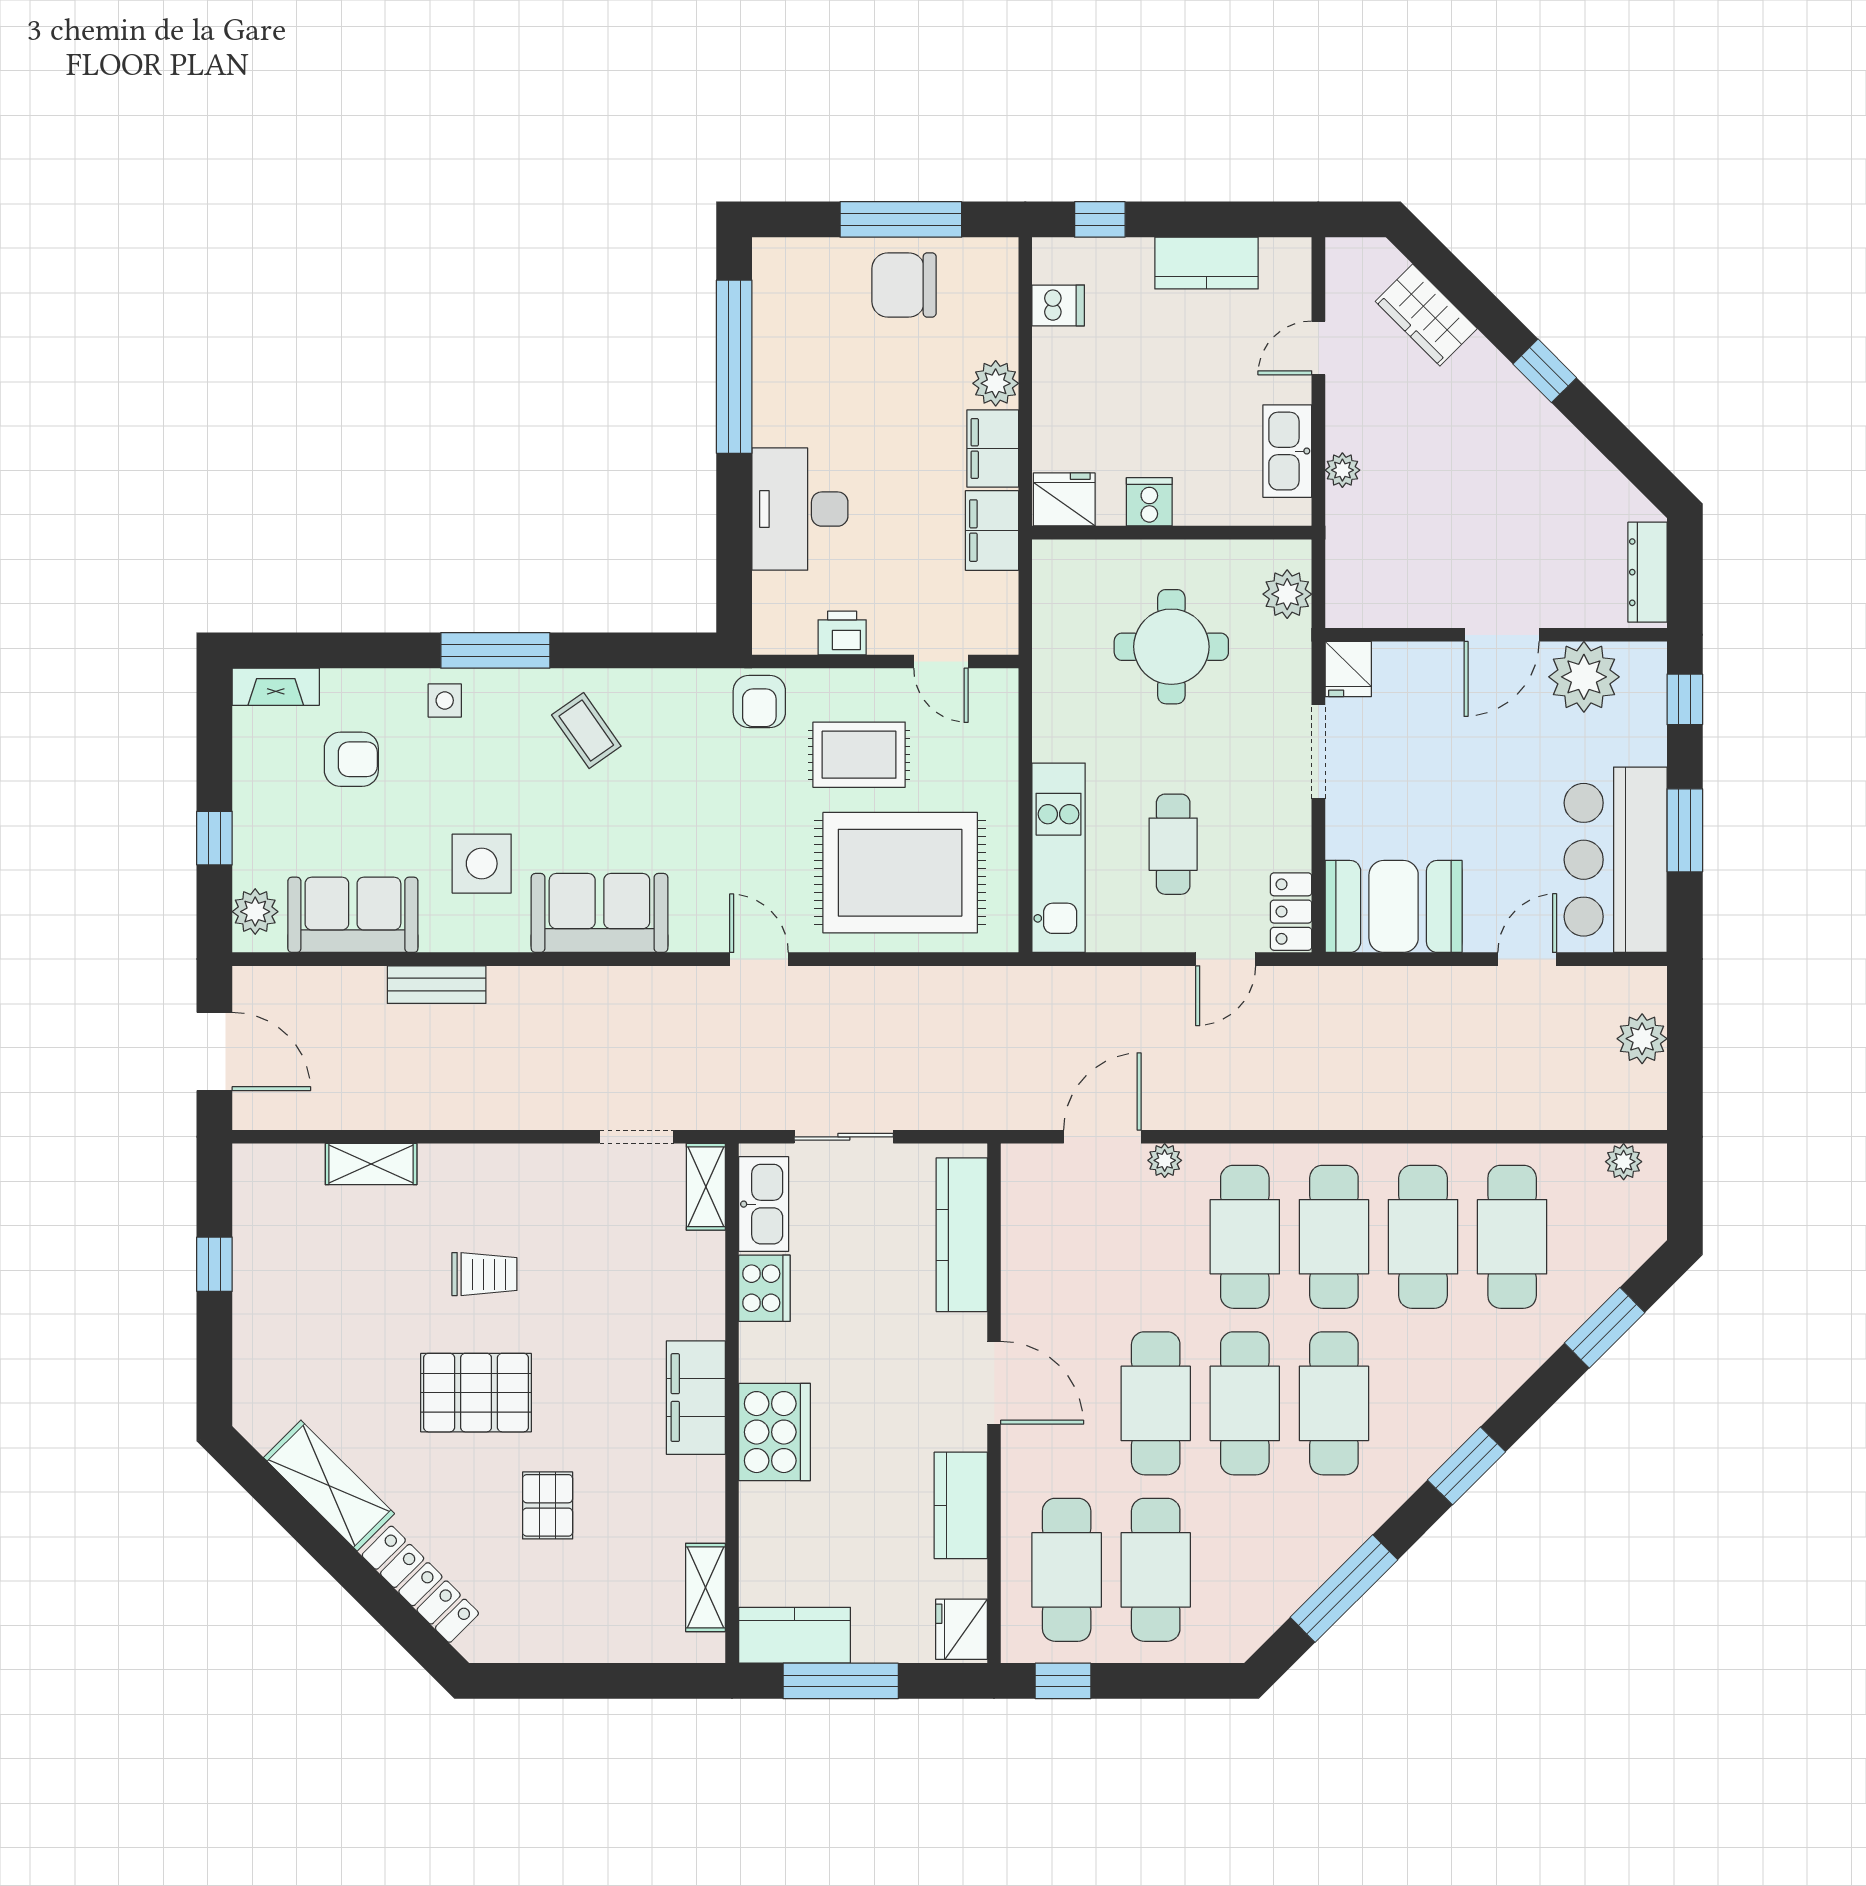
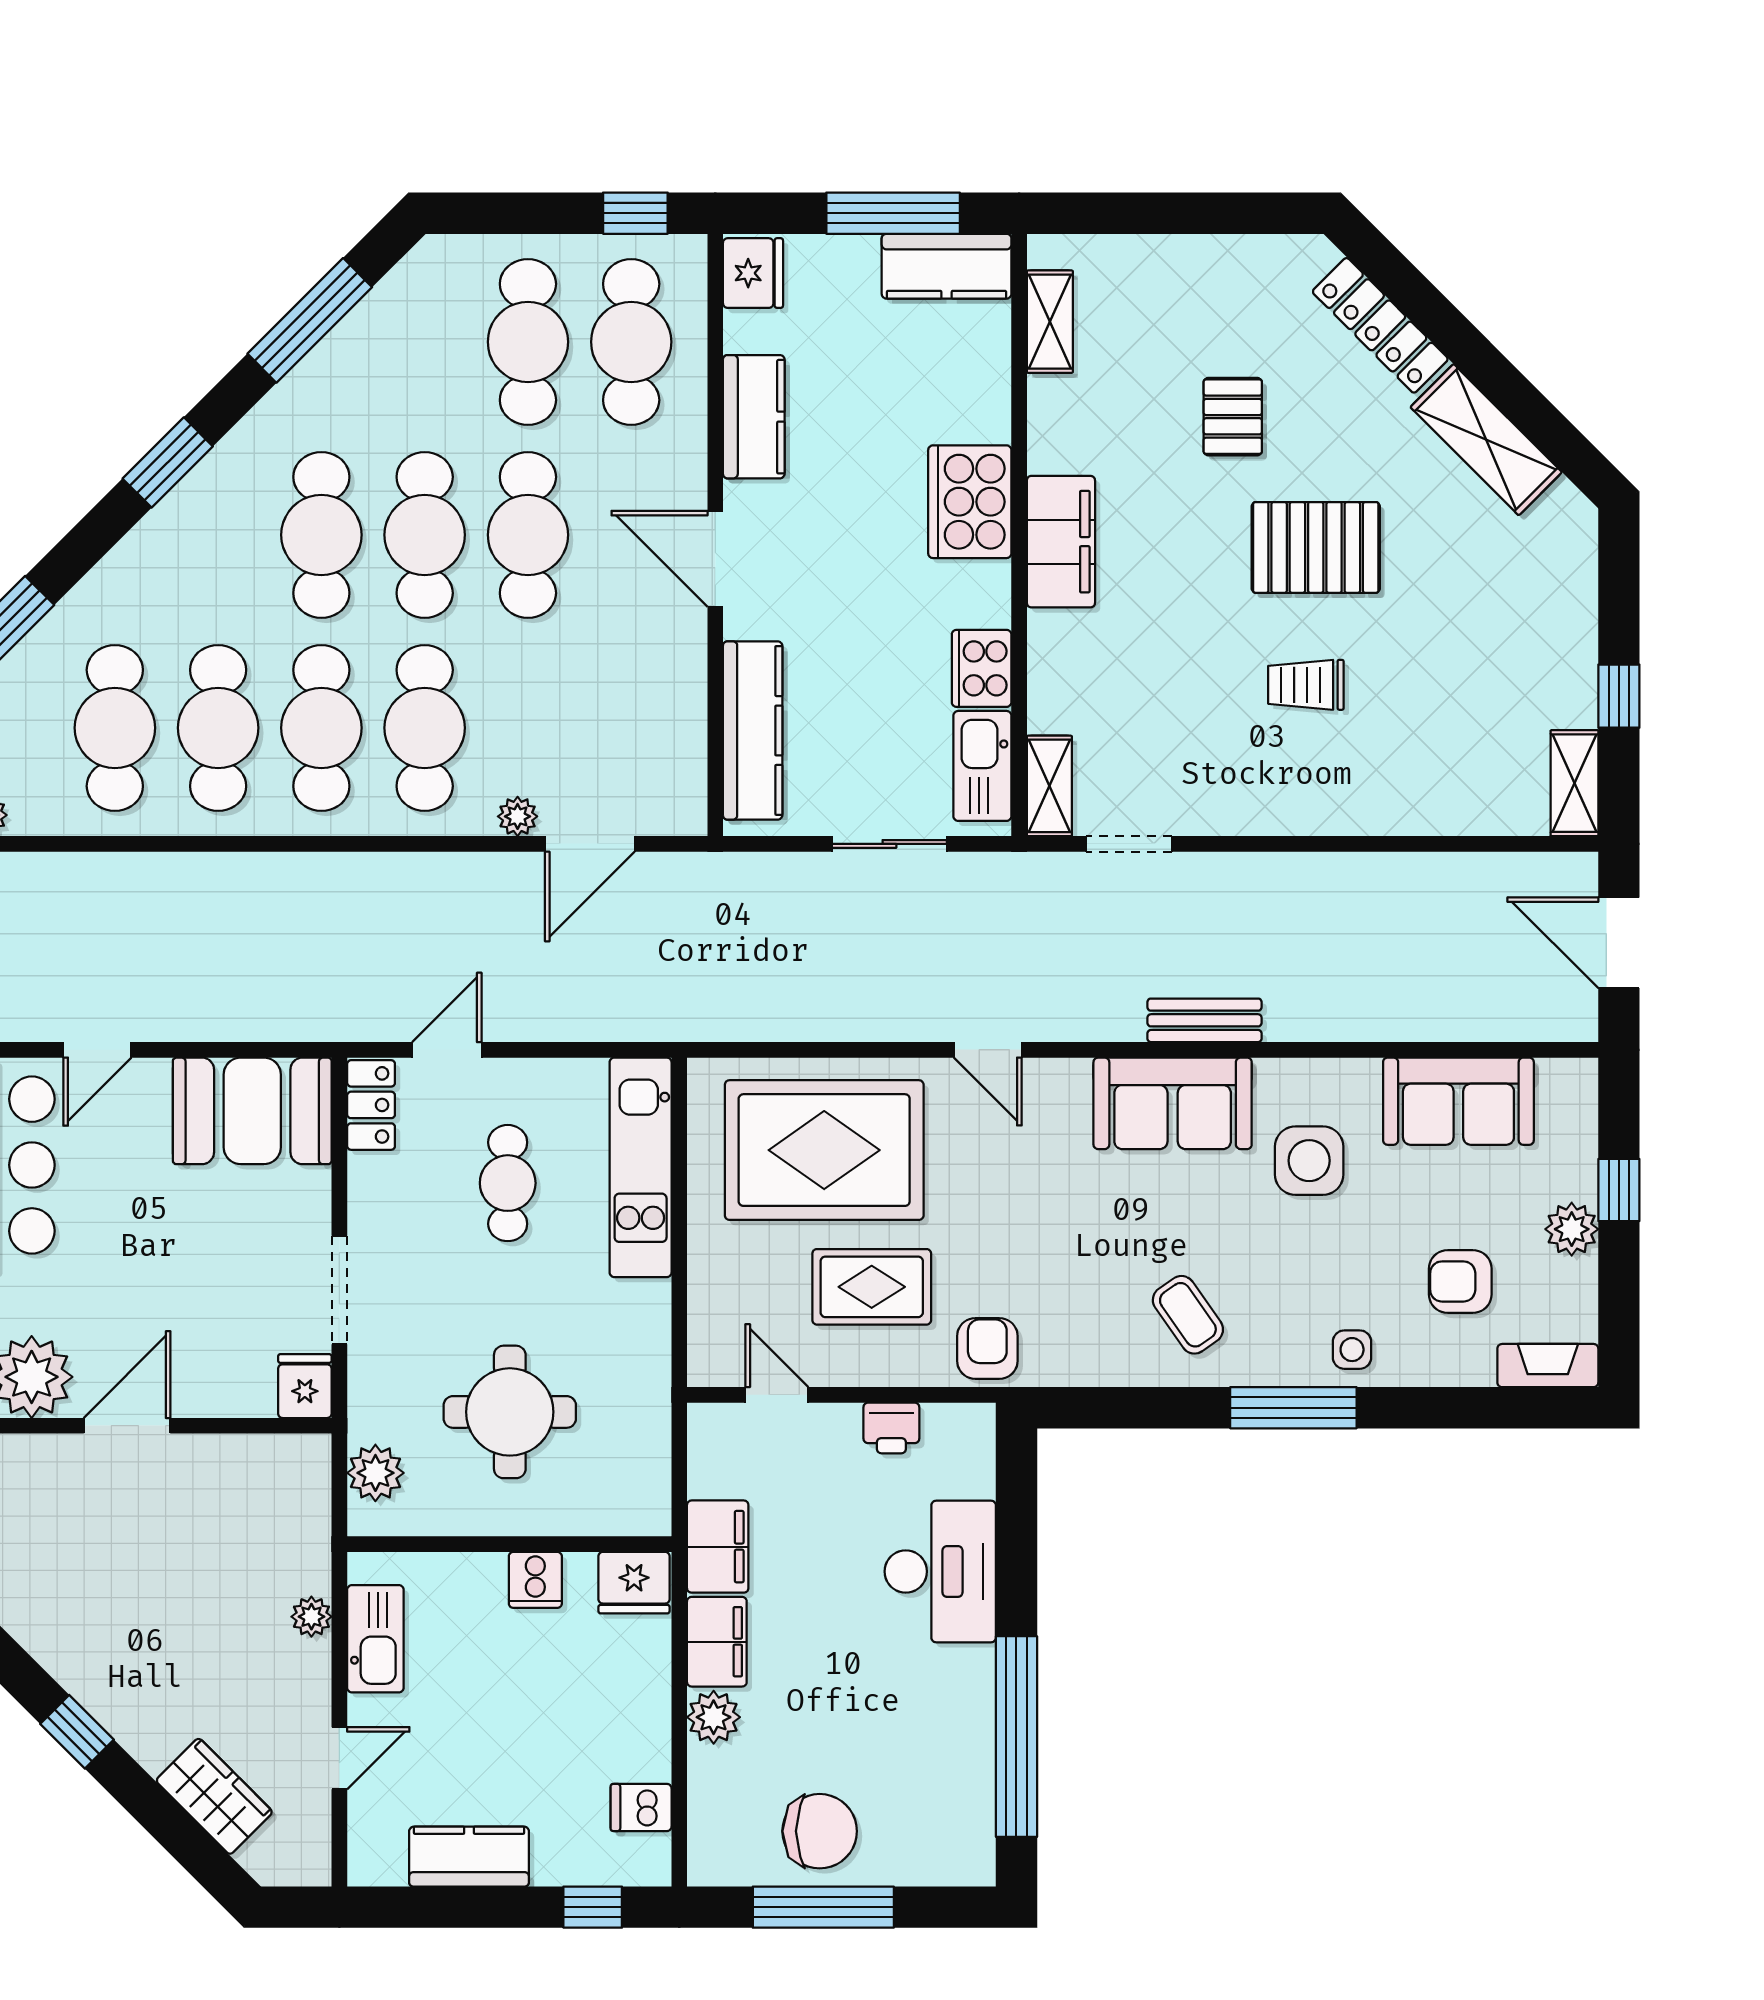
plant: (255, 912) -> (1572, 1229), moved
bench: (437, 985) -> (1205, 1020), moved
shelving: (371, 1164) -> (1574, 783), moved, turned 90

